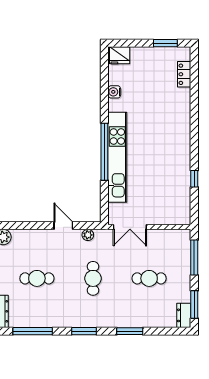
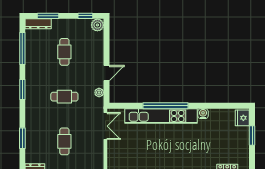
window: (165, 43) -> (252, 136), moved
water cooler: (114, 92) -> (203, 114), moved
double door: (130, 227) -> (105, 126), swing flipped
window: (130, 331) -> (22, 138), moved

